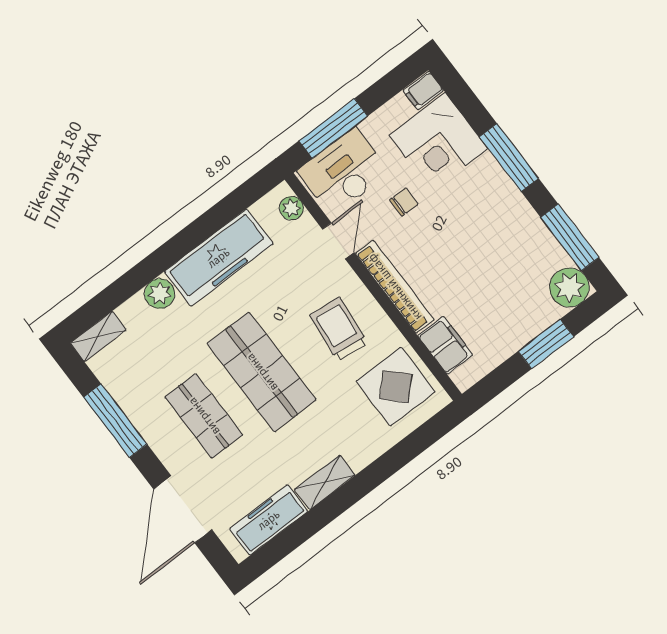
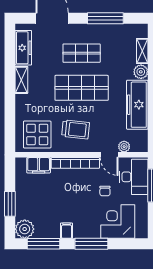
filing cabinet: (423, 91) -> (67, 231), moved
plant: (291, 208) -> (124, 147), moved
shelving: (98, 336) -> (142, 51), moved

